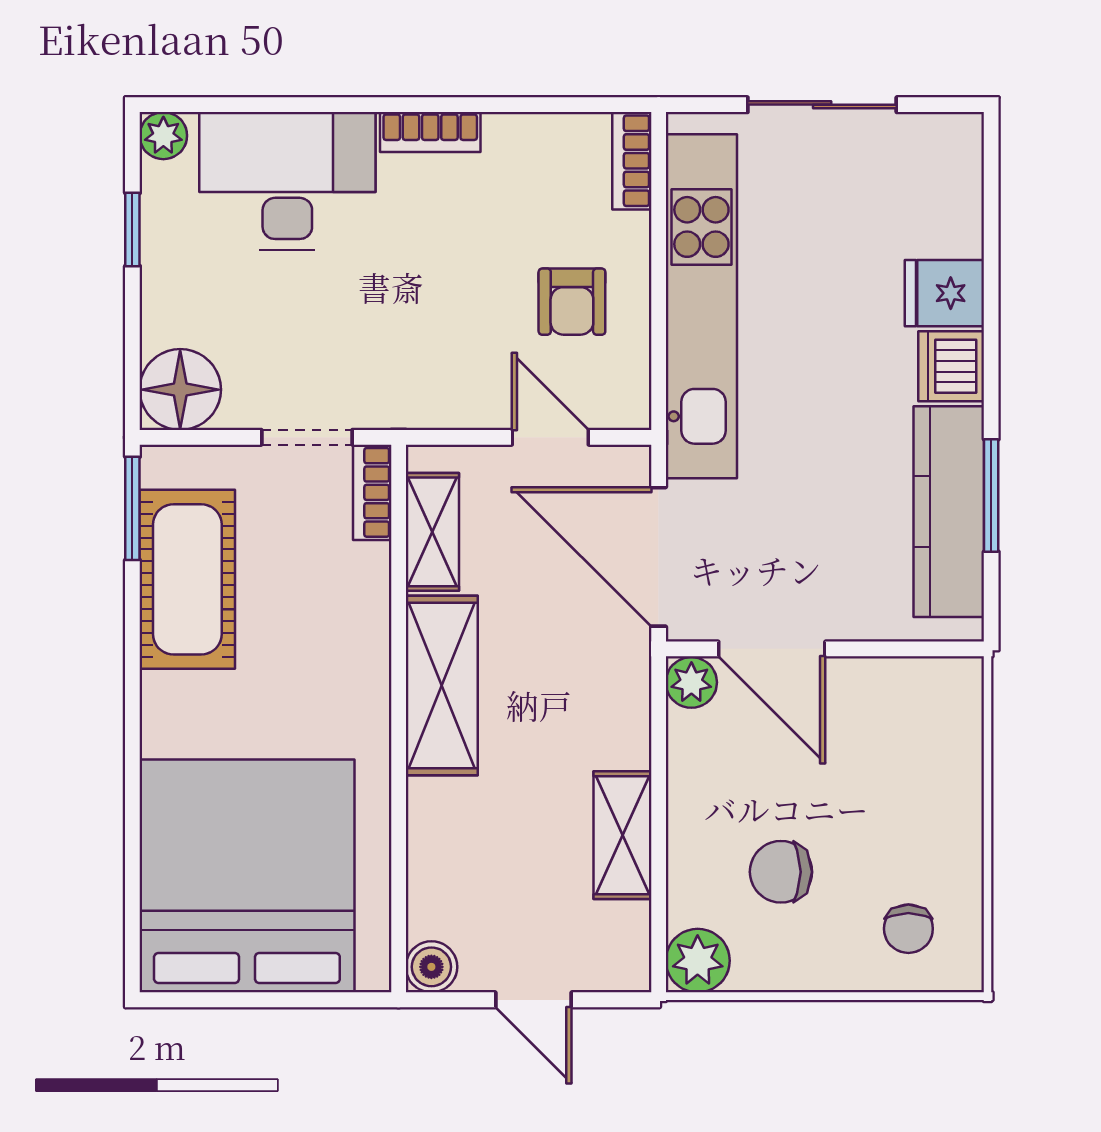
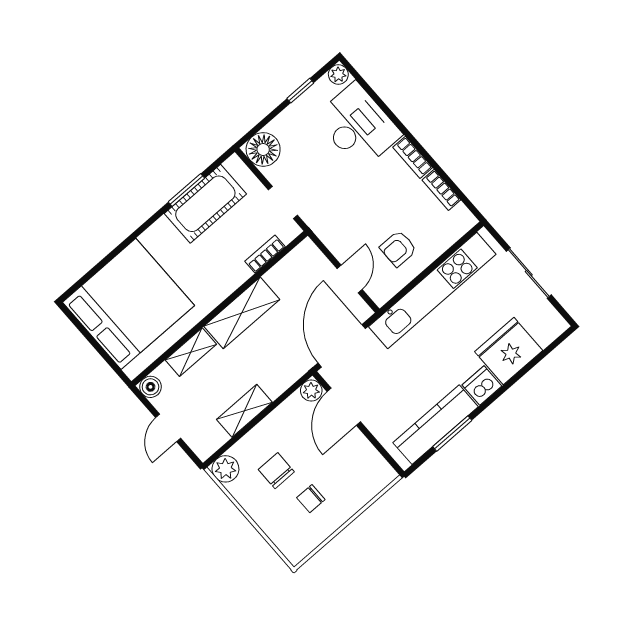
bookcase: (632, 161) -> (441, 190), moved, turned -90
fridge: (944, 293) -> (509, 351), width x1.88, depth x1.34
bookcase: (372, 492) -> (265, 254), moved
window: (132, 508) -> (186, 190), moved
shelving: (432, 532) -> (191, 352), moved
chair: (908, 929) -> (311, 499), moved

